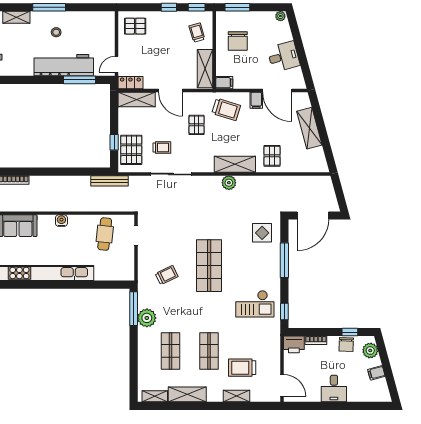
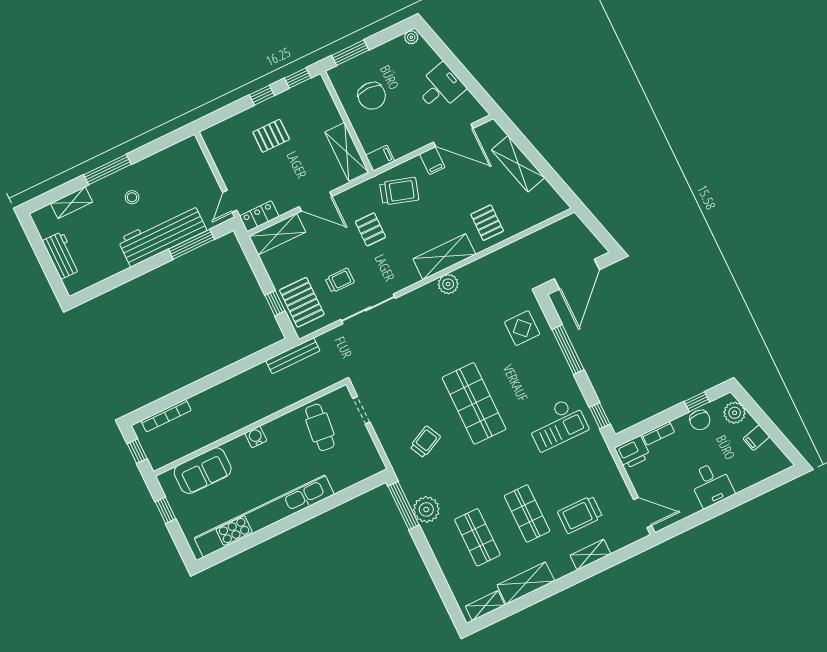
pallet: (135, 26) -> (271, 136), moved
trolley: (197, 33) -> (314, 110), removed

